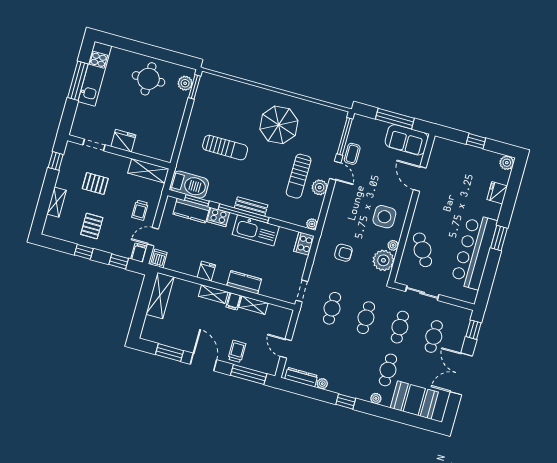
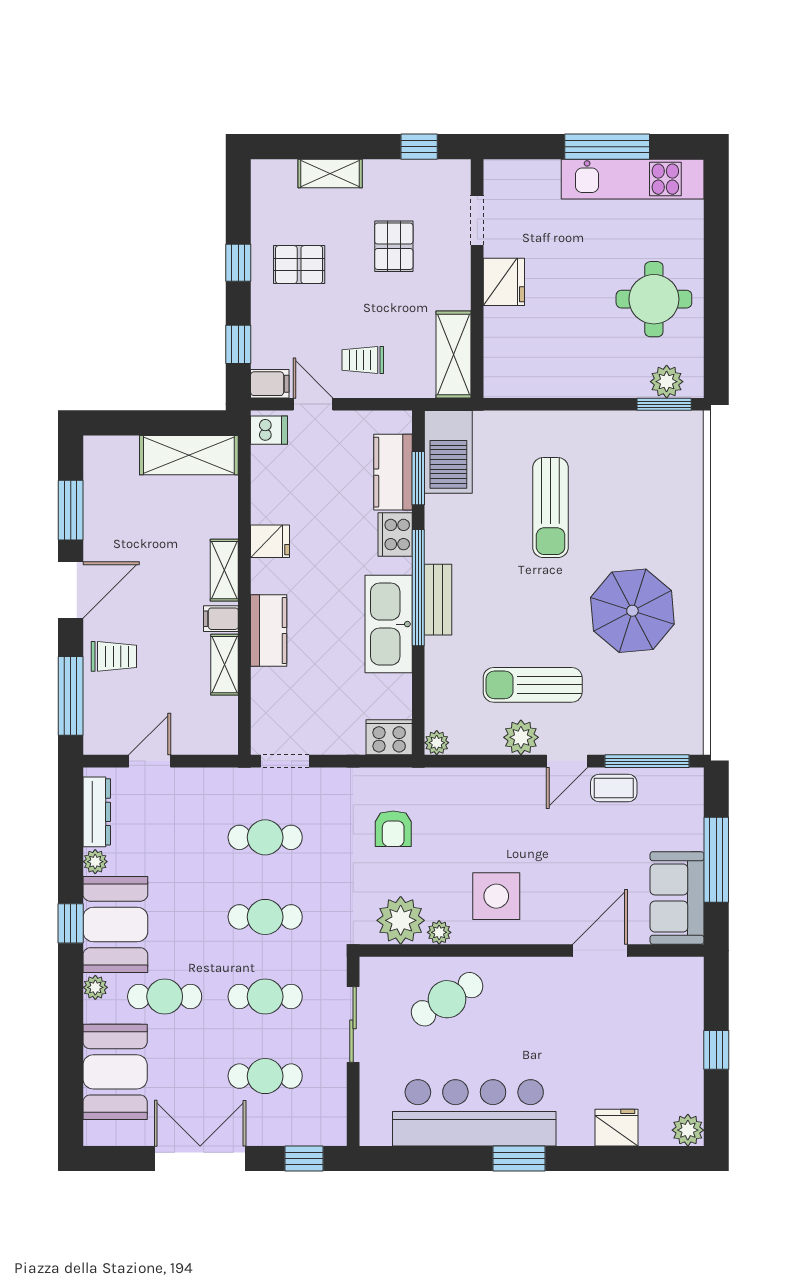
booth: (351, 382) -> (115, 924), added

